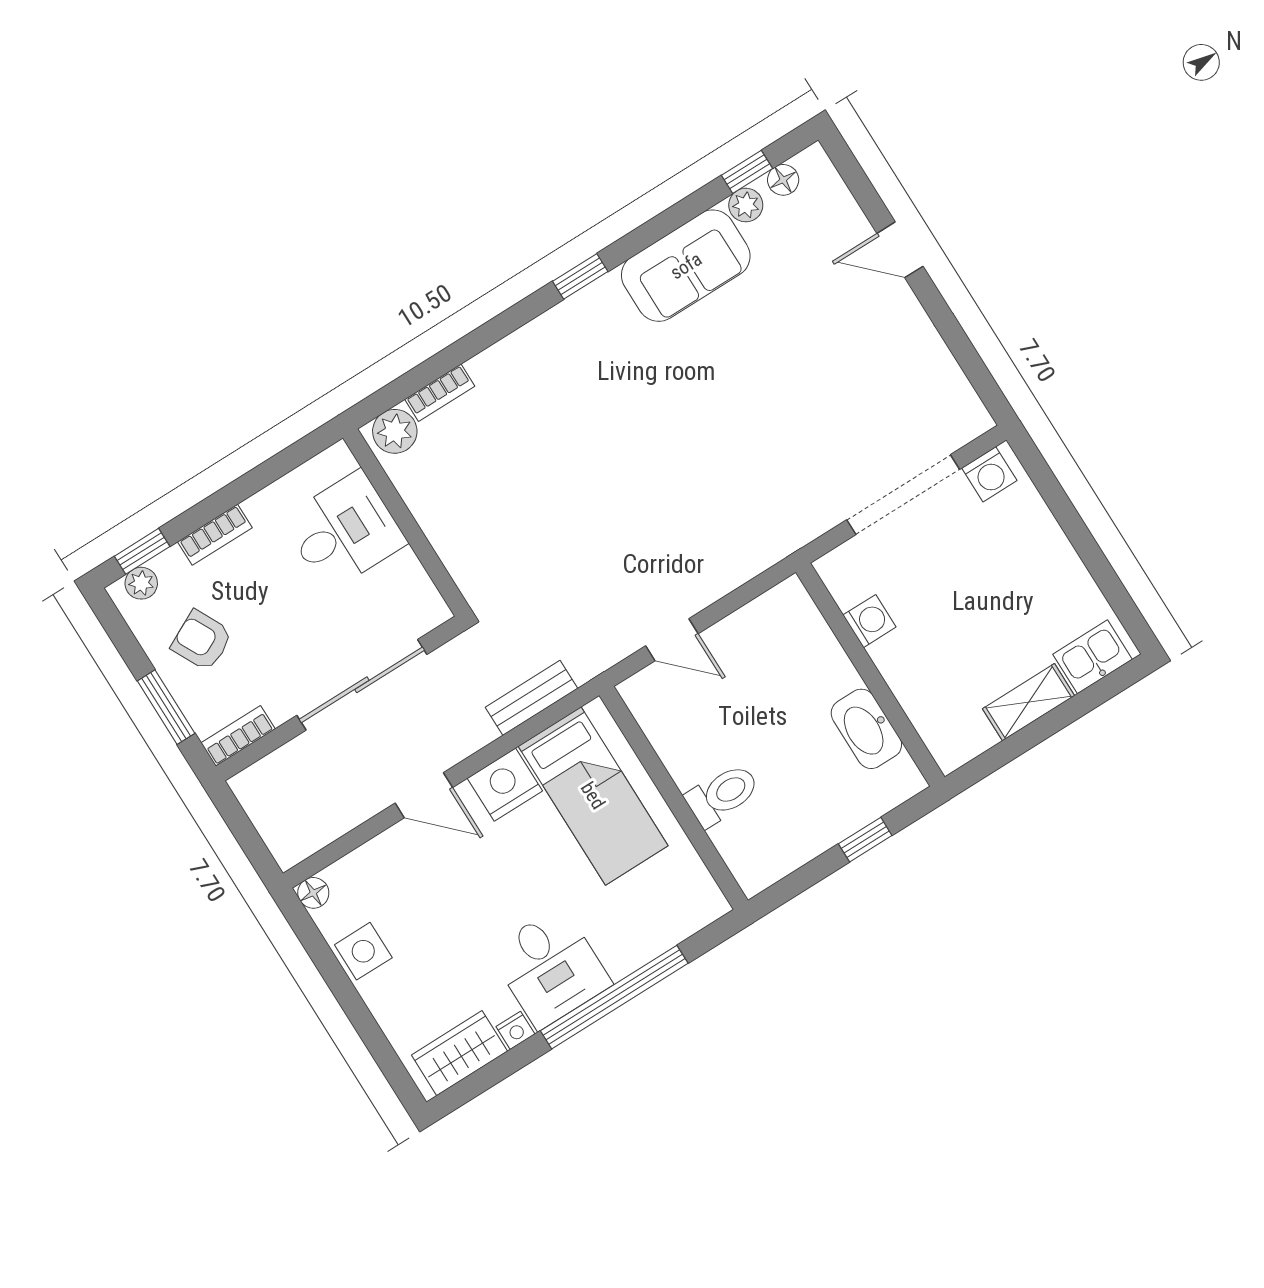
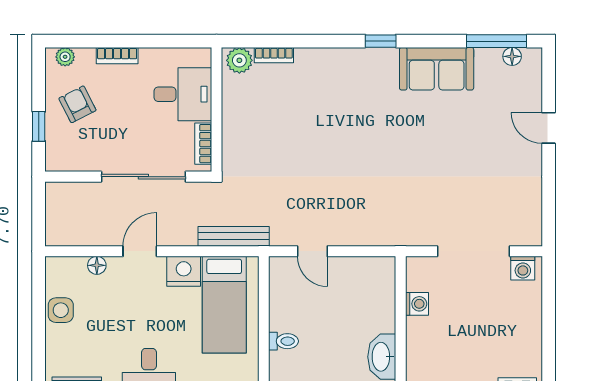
window: (747, 172) -> (497, 41), width x2.17
plant: (746, 205) -> (486, 57), removed
window: (142, 551) -> (76, 41), removed
bench: (532, 698) -> (234, 236), width x1.36
window: (166, 707) -> (39, 126), width x0.67
bookcase: (238, 736) -> (203, 144), moved, turned -90
door: (424, 795) -> (140, 251), swing flipped
toilet: (723, 795) -> (284, 341), width x0.73, depth x0.72
floor lamp: (313, 893) -> (97, 265), moved

